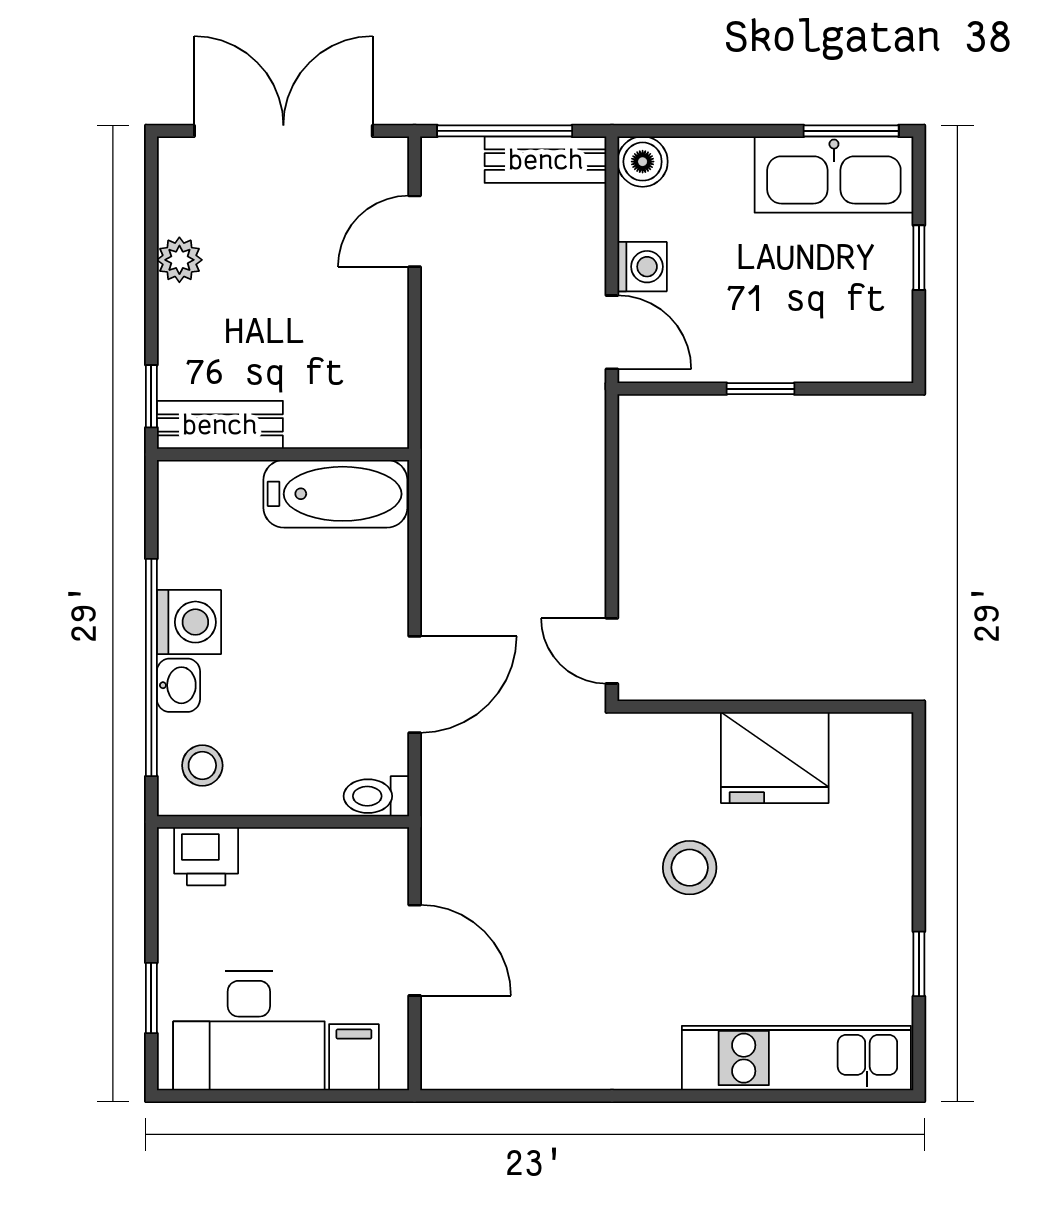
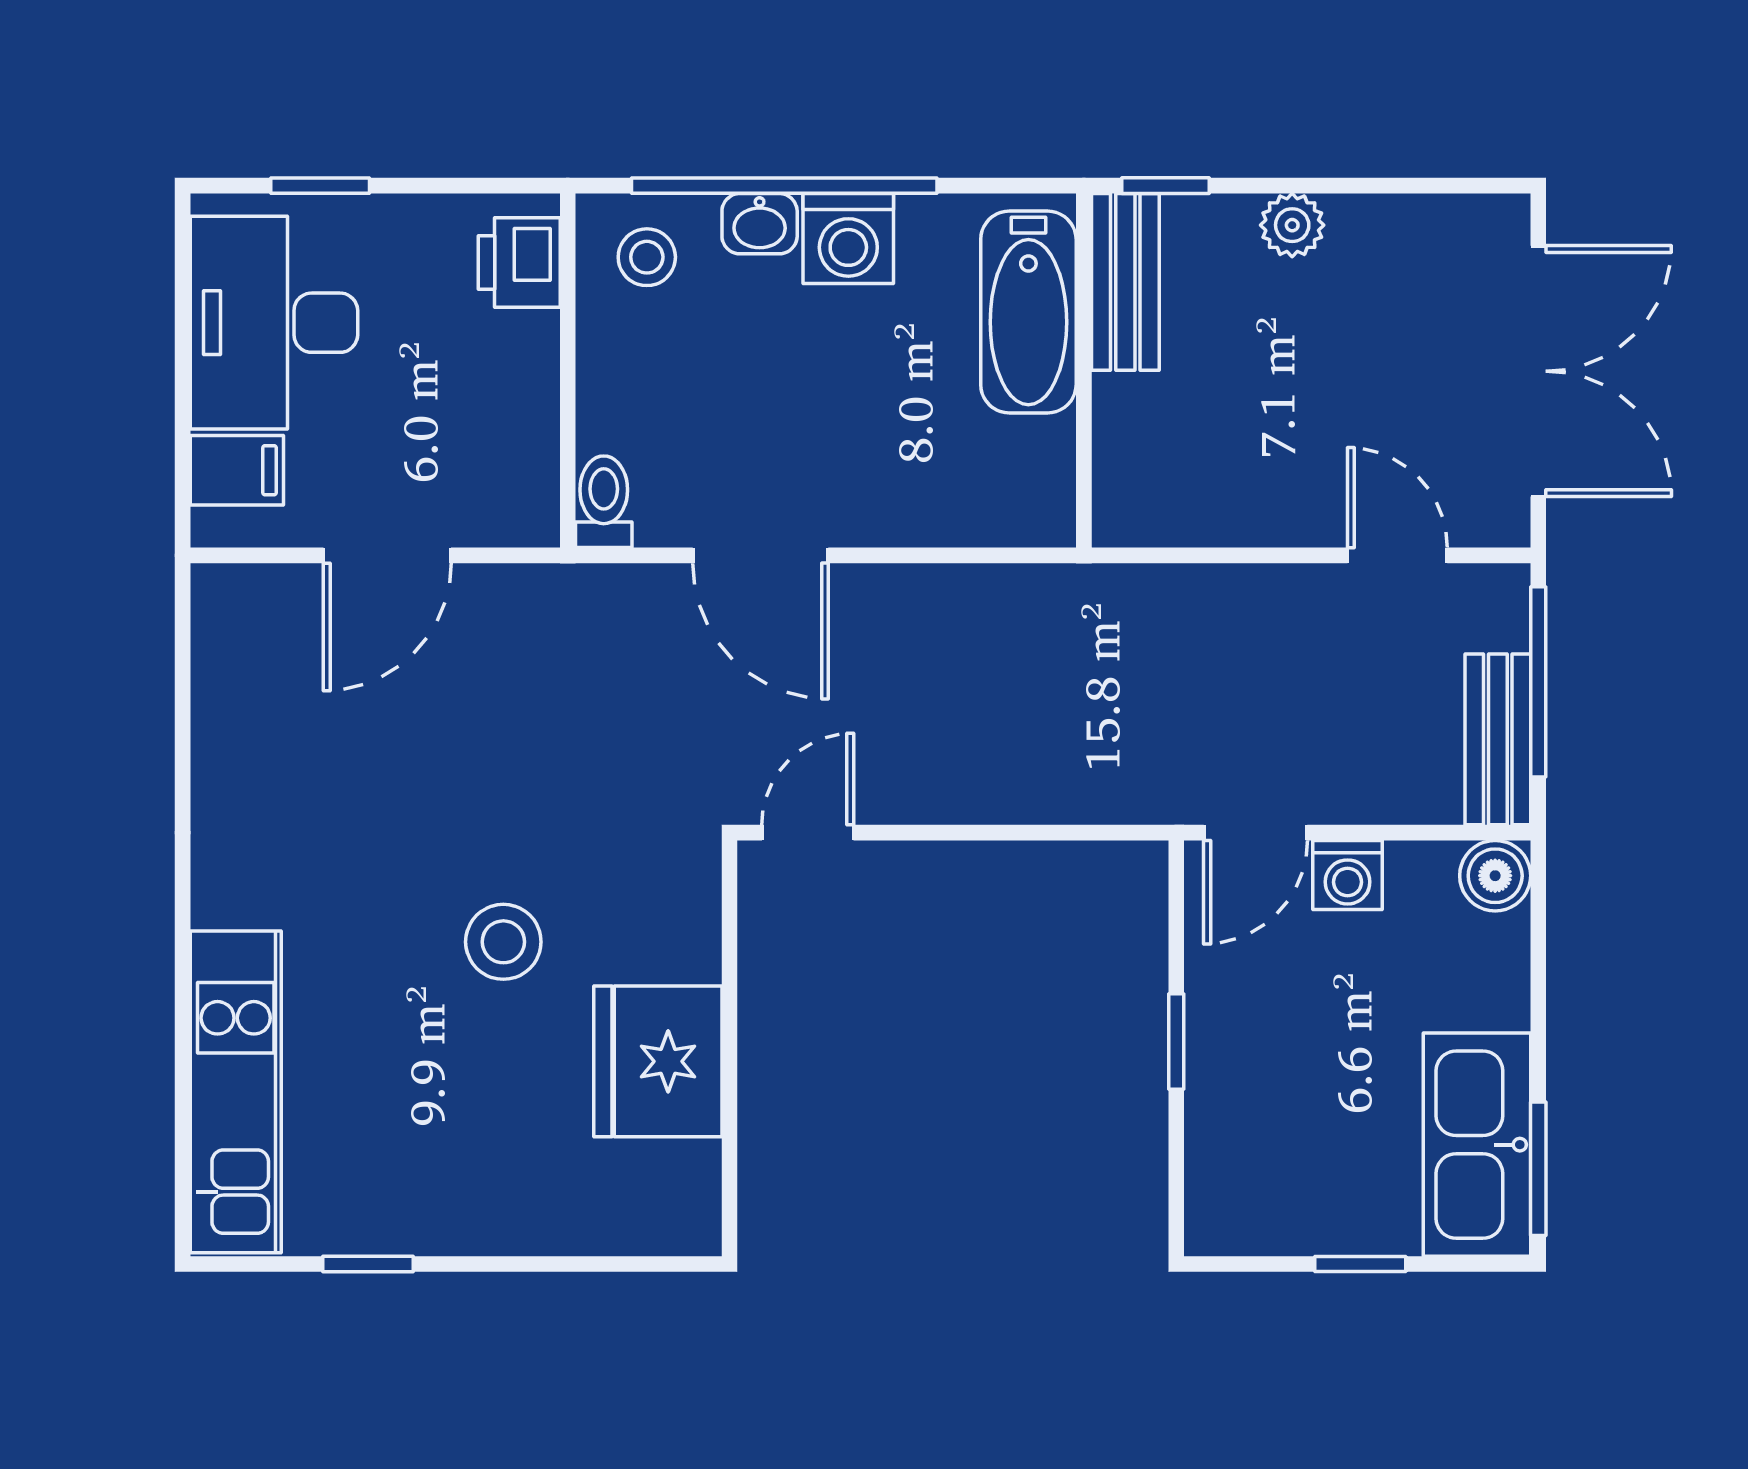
plant: (179, 260) -> (1292, 225), moved
bathtub: (335, 494) -> (1028, 312), moved

